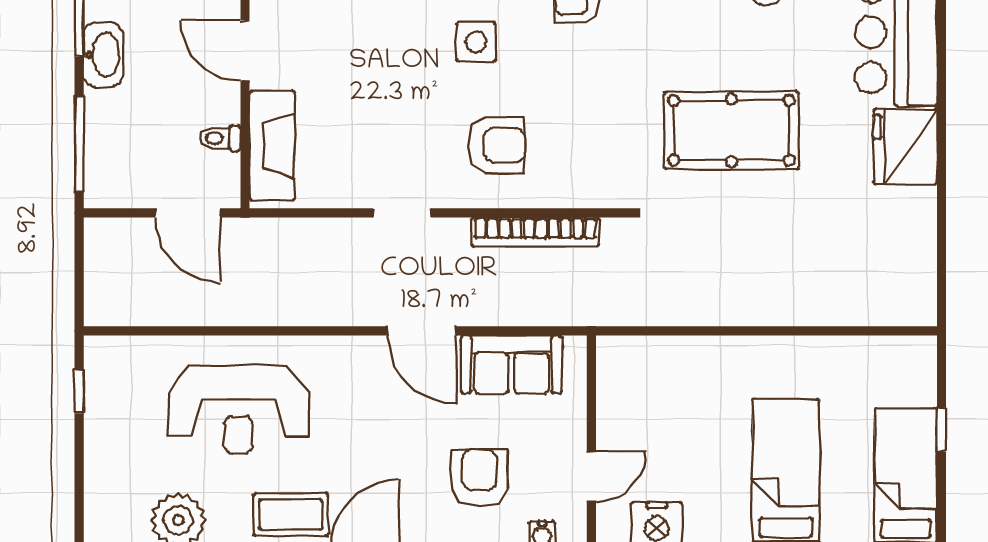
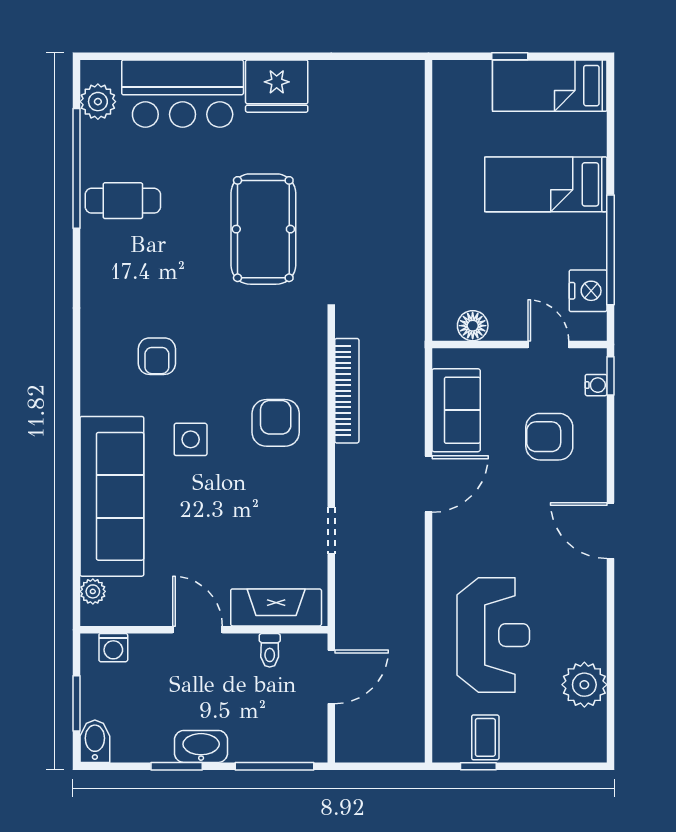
door: (245, 50) -> (198, 630), swing flipped
doorway: (402, 213) -> (331, 530), moved
floor lamp: (614, 385) -> (473, 326), added
coffee table: (291, 515) -> (485, 737), moved, width x0.73, depth x0.77

